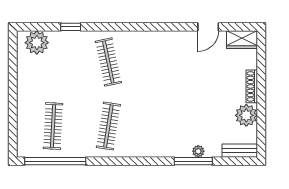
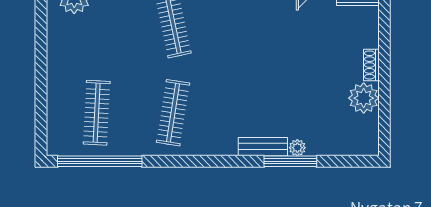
shoe rack: (252, 86) -> (371, 65), width x0.70
bench: (240, 151) -> (263, 147), moved

